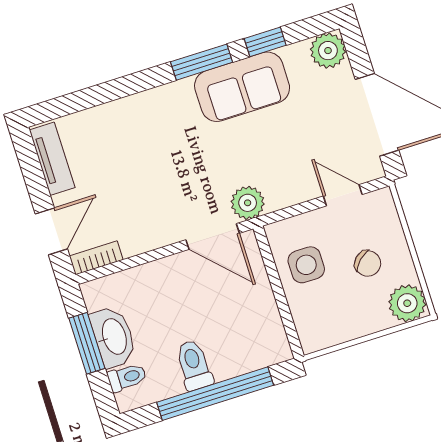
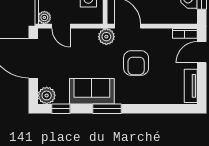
window: (265, 42) -> (61, 109), moved
armchair: (173, 170) -> (136, 63), added
plant: (381, 202) -> (44, 17), added

